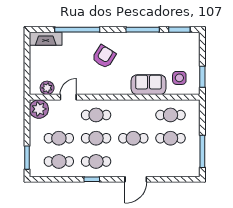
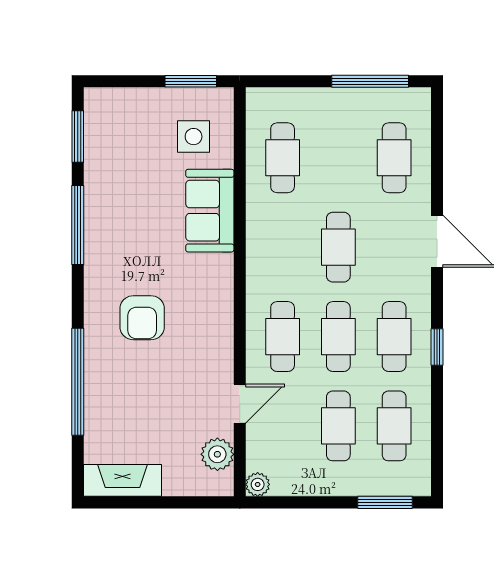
fireplace: (46, 39) -> (123, 480), moved, turned -90
armchair: (104, 57) -> (142, 318), turned -122
door: (68, 97) -> (240, 404), swing flipped
plant: (39, 109) -> (258, 484), width x0.53, depth x0.53
cafe table: (171, 138) -> (394, 158), moved

